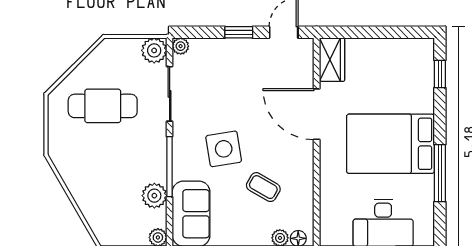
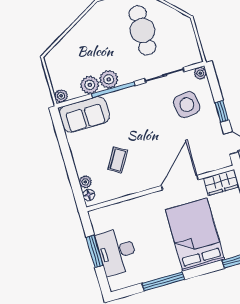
plant: (154, 50) -> (109, 79), moved
bed: (390, 144) -> (195, 235), moved
side table: (224, 149) -> (187, 105), moved

